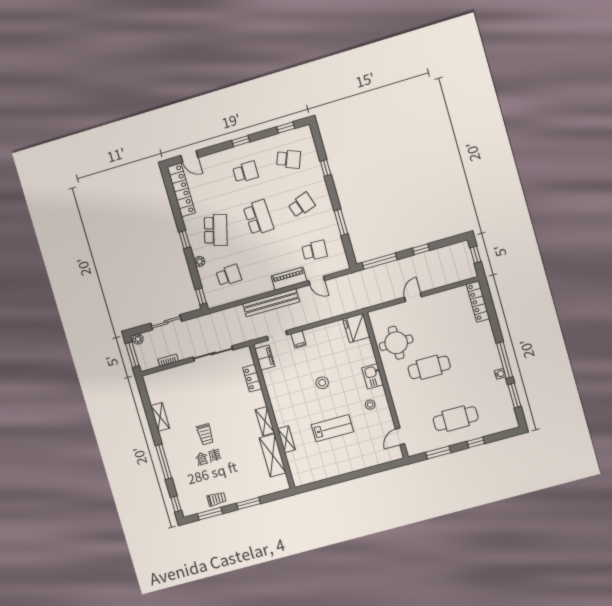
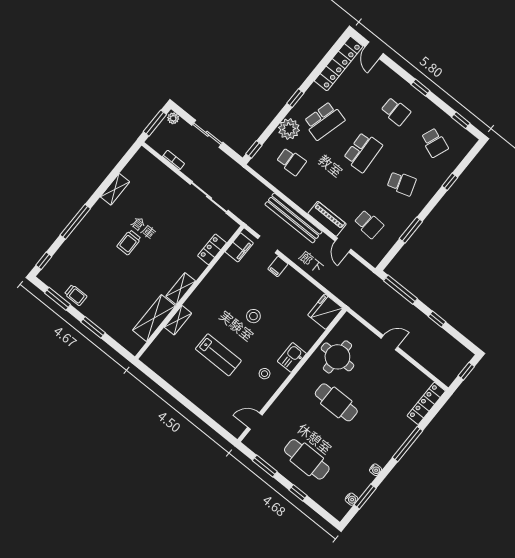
plant: (200, 261) -> (289, 129), width x1.88, depth x1.88
window: (505, 360) -> (407, 444), moved
water cooler: (509, 407) -> (351, 499), added

